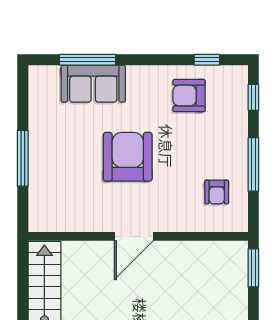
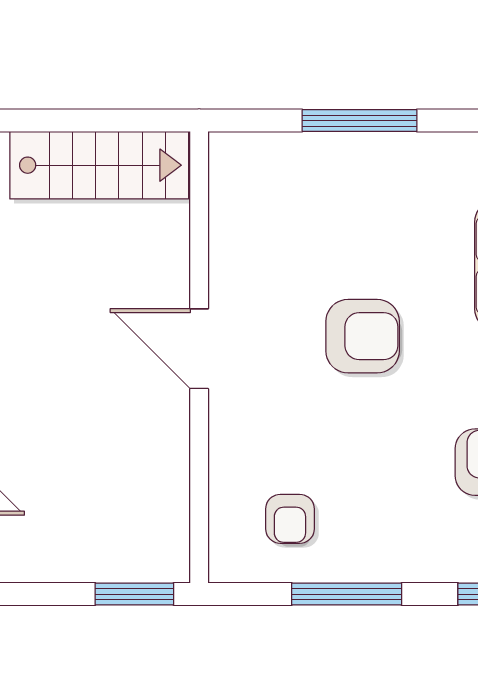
armchair: (128, 157) -> (363, 336), width x0.73, depth x0.73
armchair: (217, 192) -> (290, 519), turned -90

